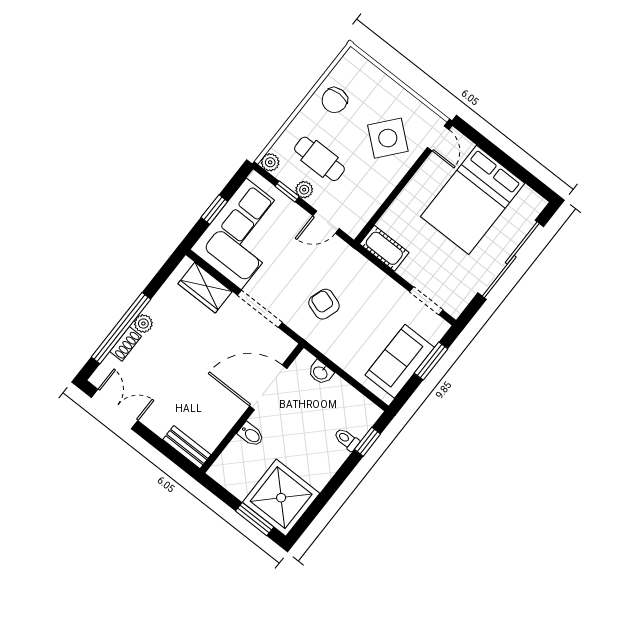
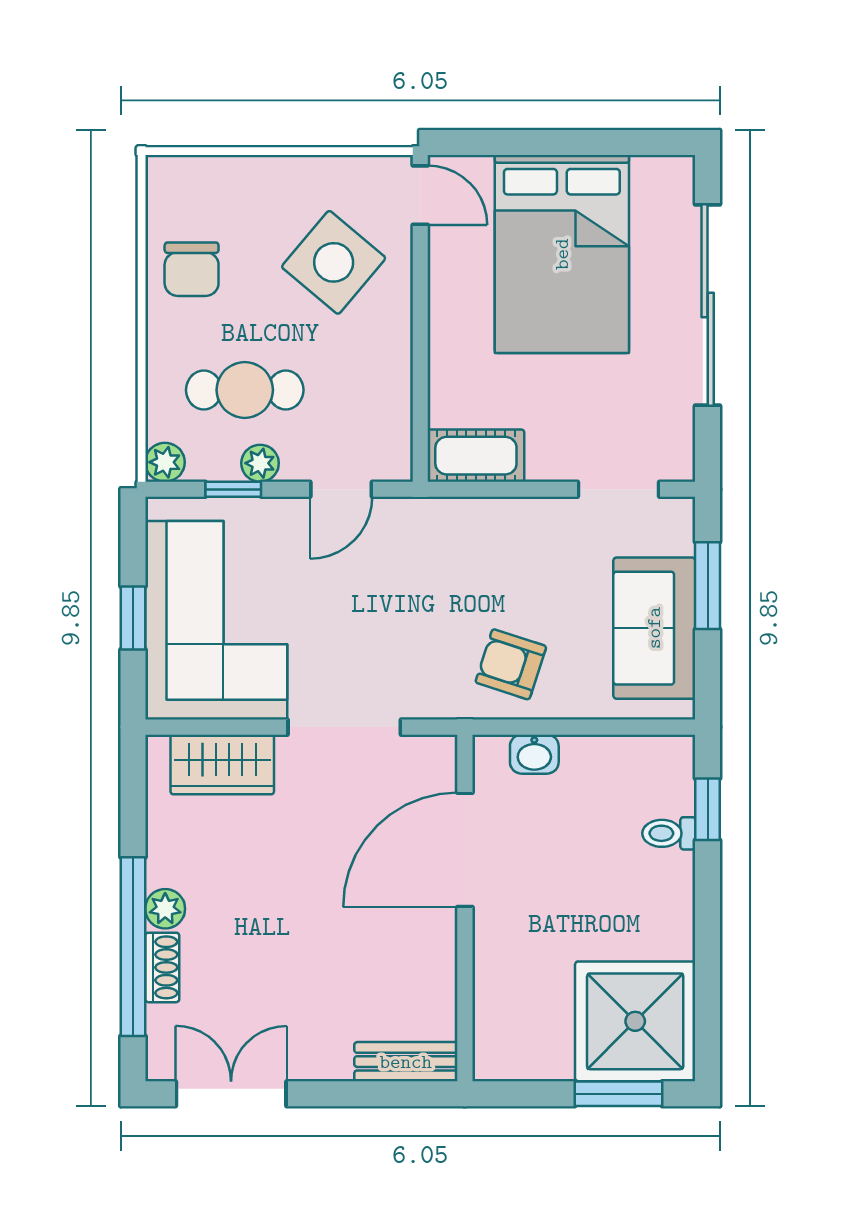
armchair: (324, 304) -> (511, 664), moved
bidet: (251, 435) -> (499, 954), removed

